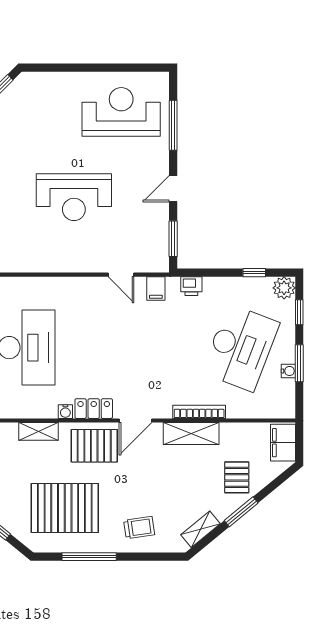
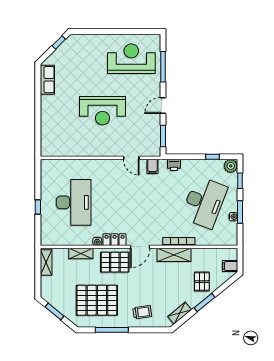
filing cabinet: (283, 443) -> (230, 266), width x0.50

